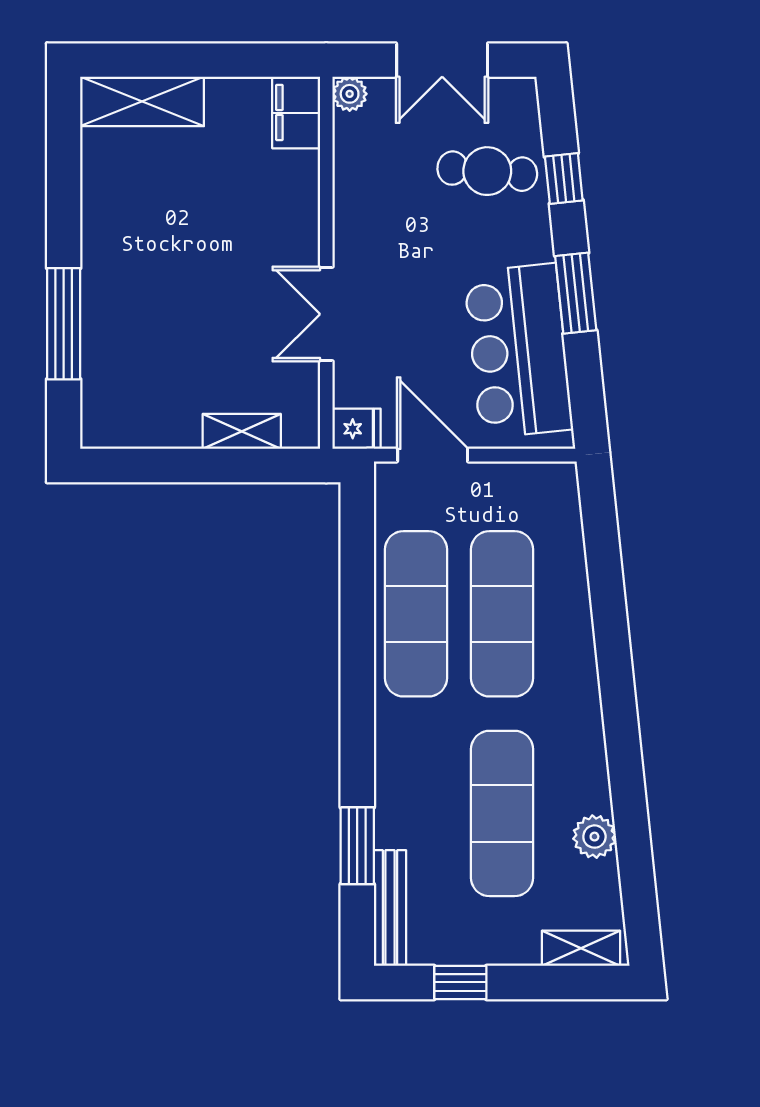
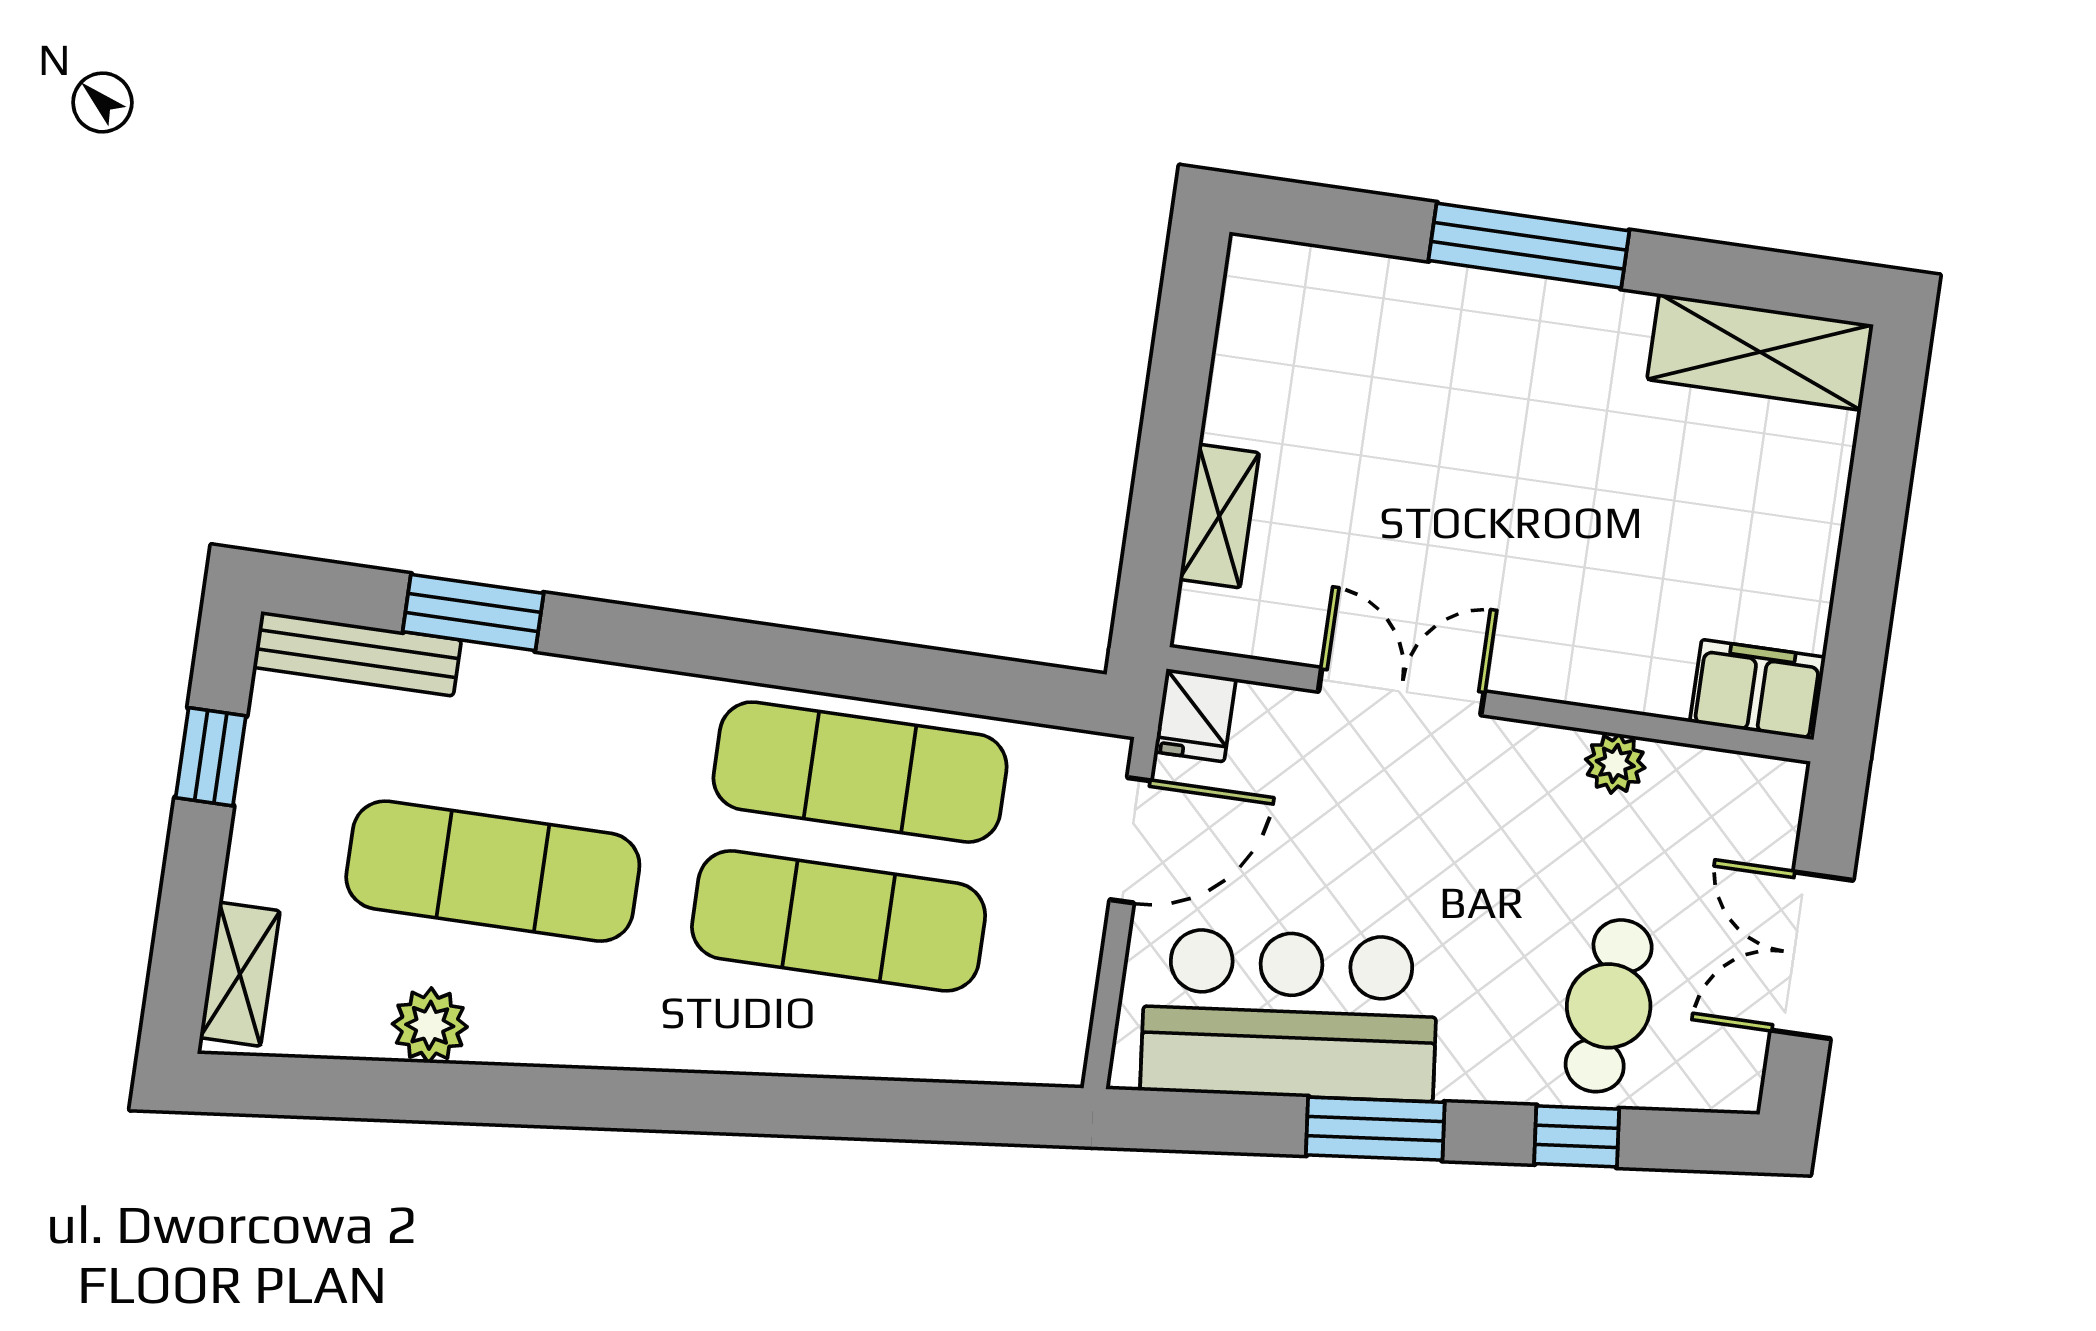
plant: (350, 94) -> (1615, 763), moved
shelving: (142, 101) -> (1760, 352), moved, turned 90
window: (64, 324) -> (1529, 246), moved

